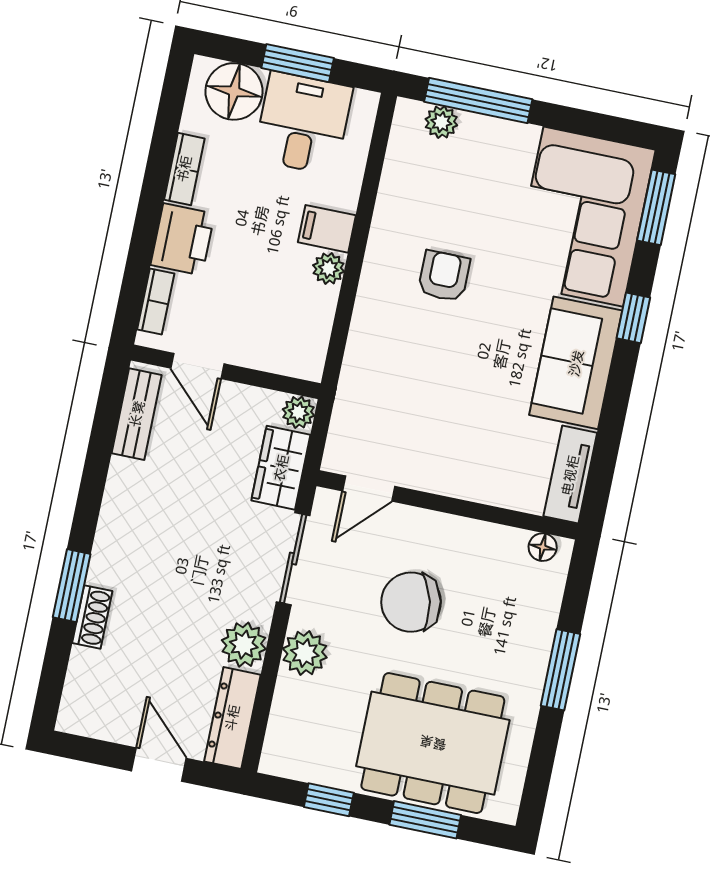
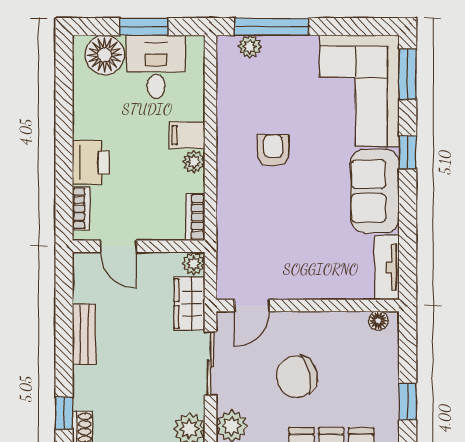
bookcase: (184, 169) -> (195, 217), moved, turned 180
bench: (137, 414) -> (84, 334), moved
window: (72, 586) -> (64, 413), width x0.67
window: (560, 670) -> (408, 402), width x0.67

